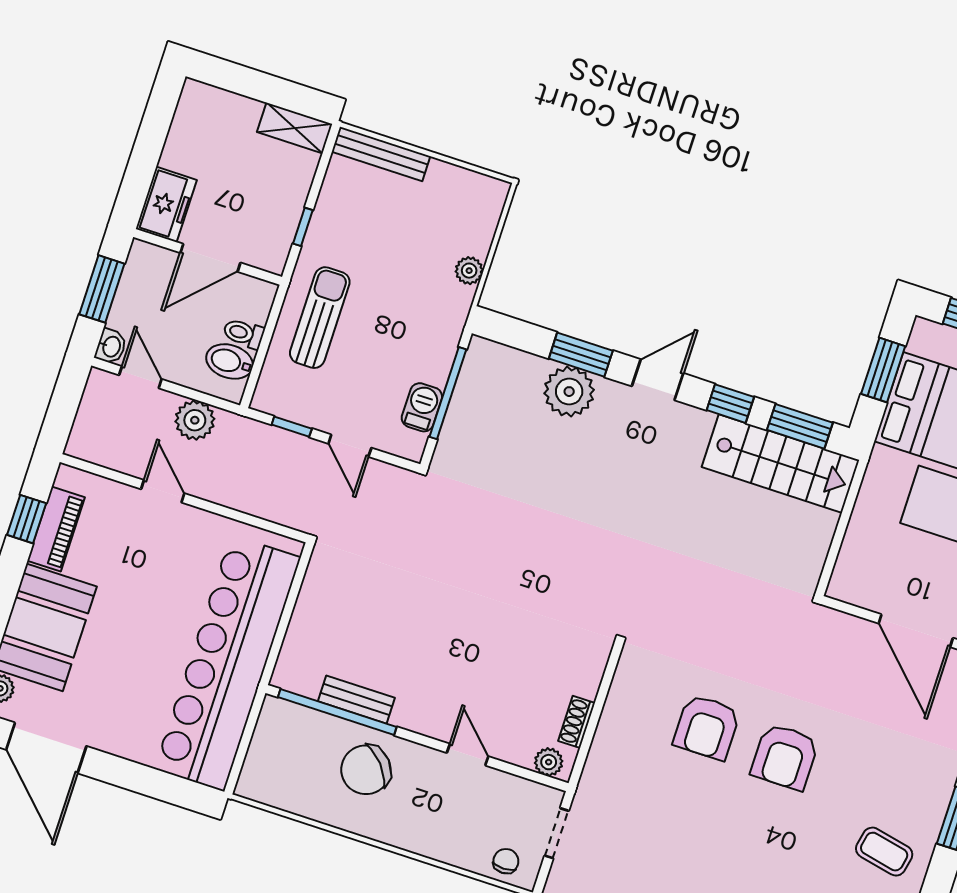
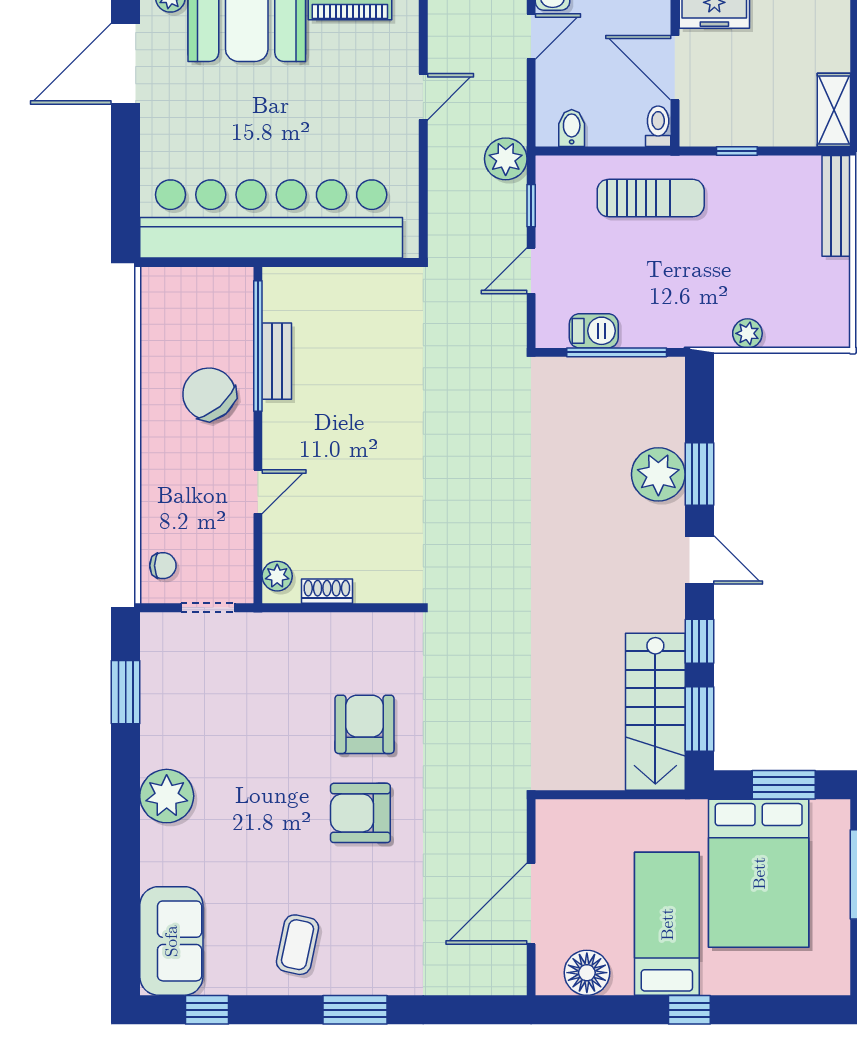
toilet: (244, 333) -> (658, 126), moved
bidet: (230, 361) -> (572, 128), width x0.72, depth x0.74
plant: (195, 420) -> (506, 159), moved
armchair: (707, 727) -> (365, 724), turned 90

